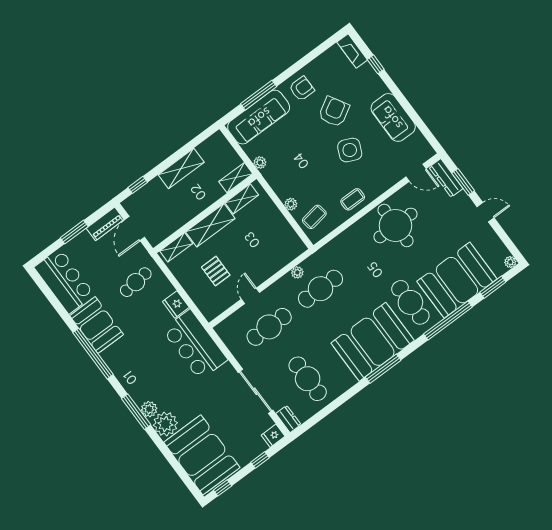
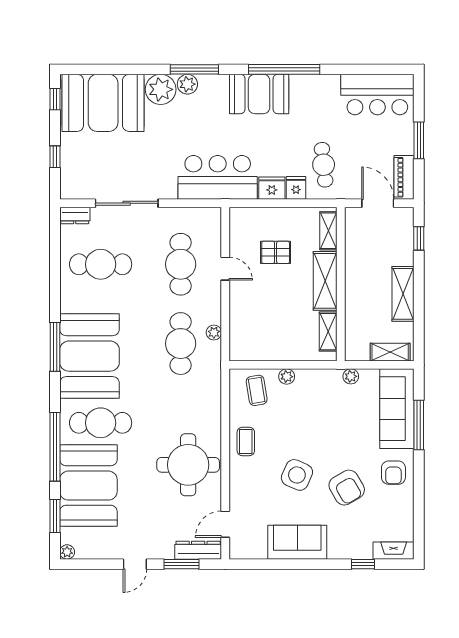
shelving: (236, 178) -> (390, 352), moved, turned 90
booth: (97, 325) -> (259, 94), moved
fridge: (273, 436) -> (296, 188), moved

